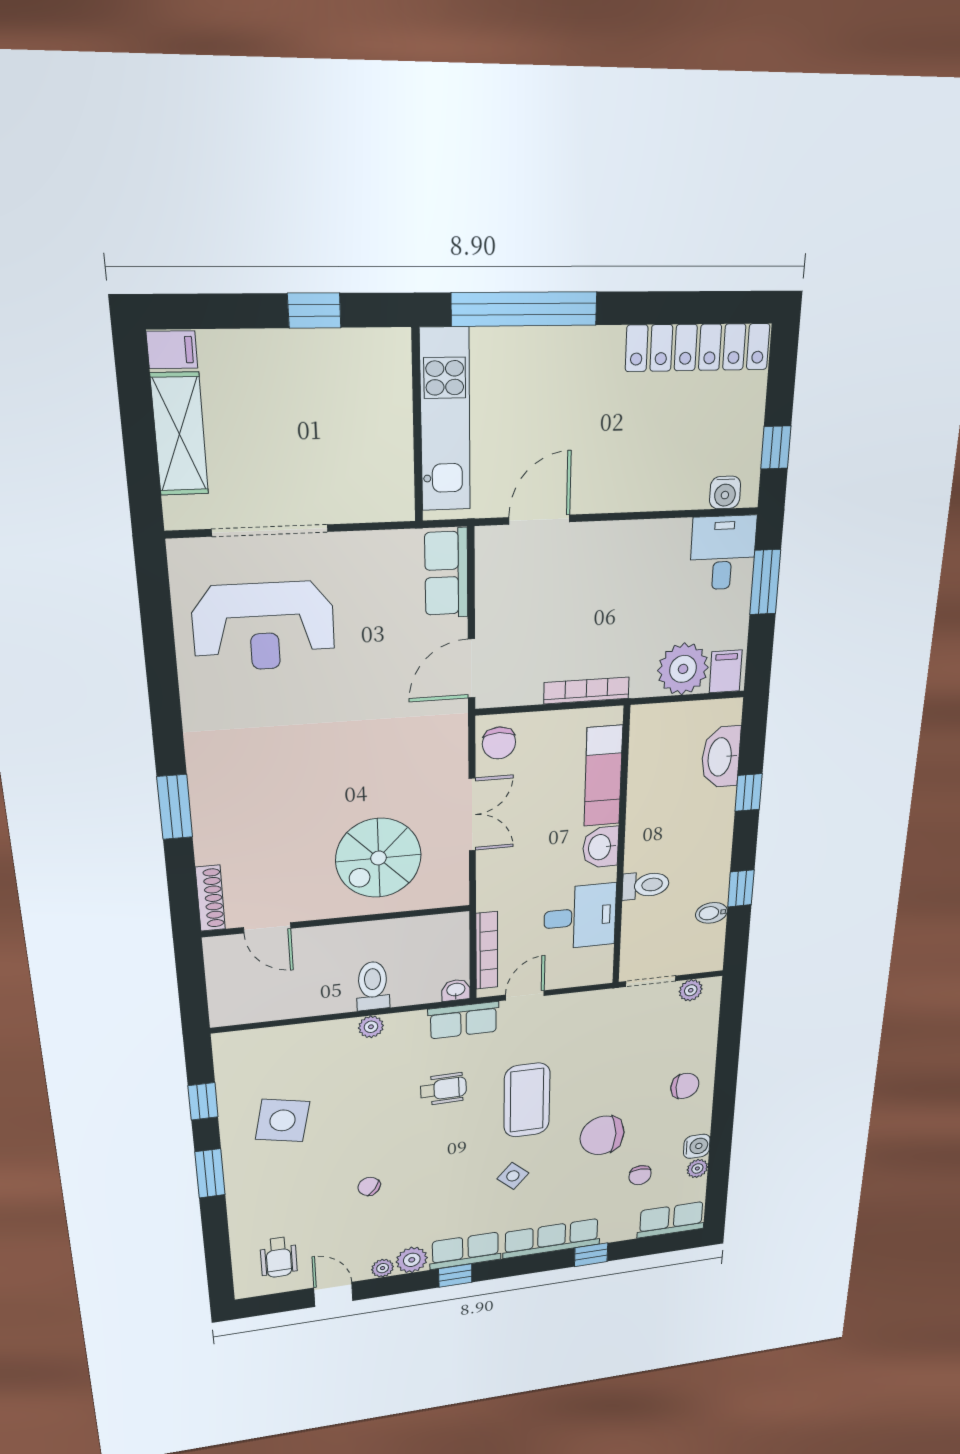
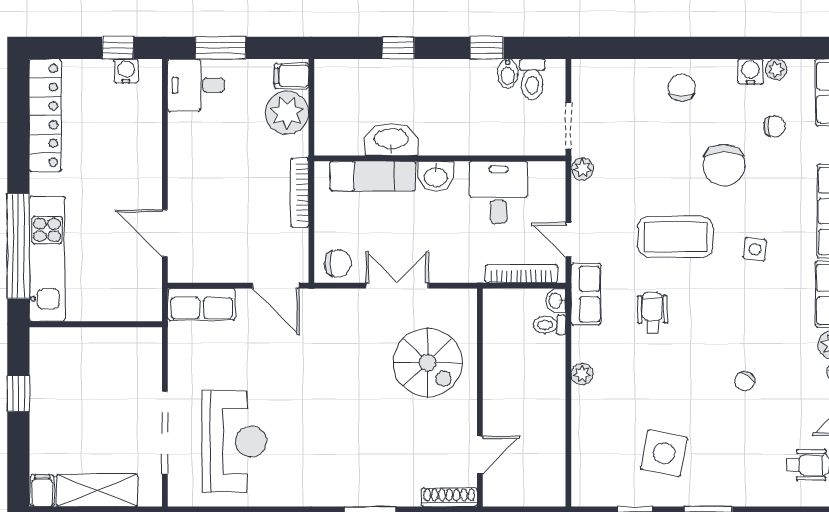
kitchen unit: (445, 420) -> (47, 259), moved, turned 90
water cooler: (725, 492) -> (126, 71), moved, turned -90
washbasin: (721, 757) -> (391, 140), moved, turned 180
toilet: (646, 885) -> (532, 79), moved, turned 180
toilet: (373, 986) -> (549, 325), moved, width x0.73, depth x0.72
plant: (691, 990) -> (582, 169), moved
side table: (513, 1176) -> (755, 249), turned -36

